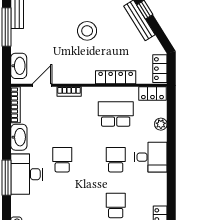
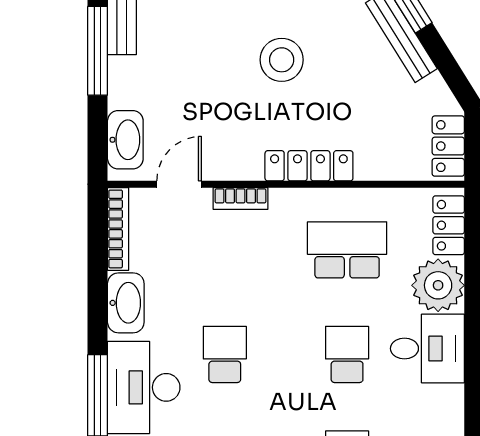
locker: (116, 77) -> (309, 166), moved
locker: (152, 94) -> (449, 225), moved, turned 90
plant: (161, 124) -> (438, 285), width x1.88, depth x1.88

